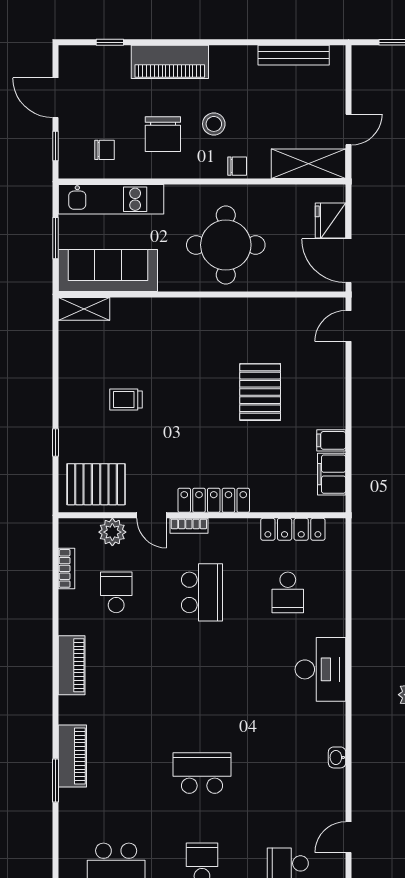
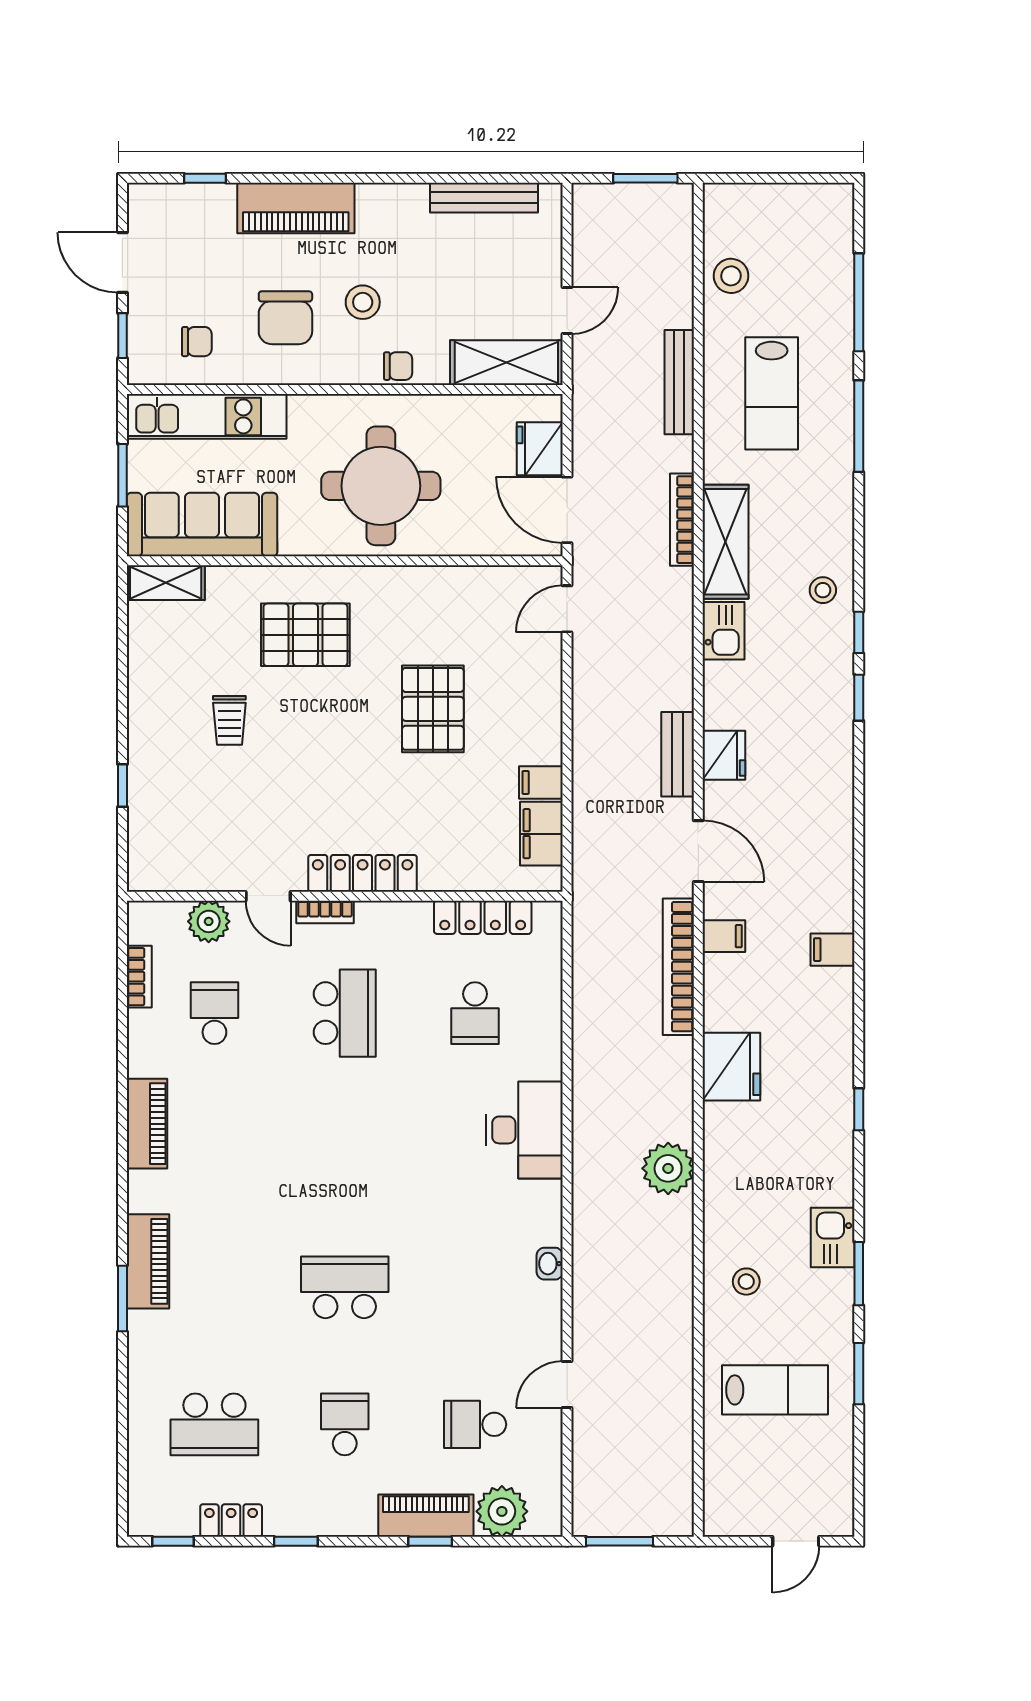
trolley: (126, 400) -> (229, 720), turned -90
pallet: (96, 484) -> (305, 635), moved

